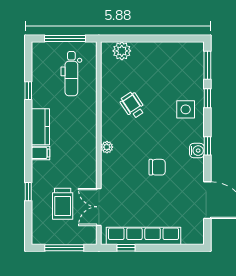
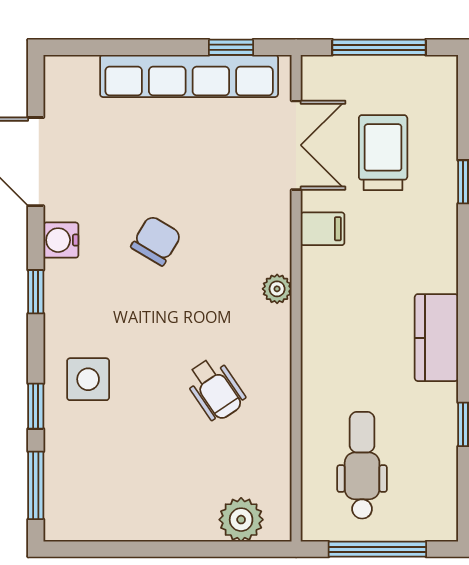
water cooler: (197, 151) -> (61, 240), moved
filing cabinet: (40, 153) -> (323, 229), moved, turned 180
chair: (157, 167) -> (156, 241), turned 121

